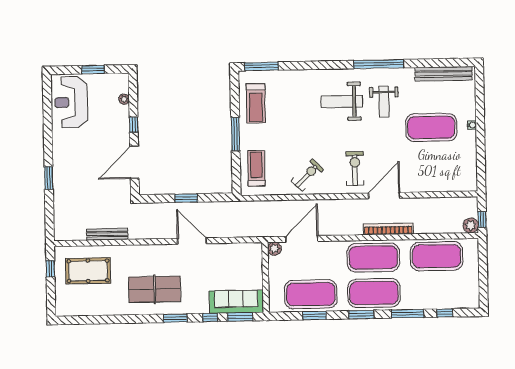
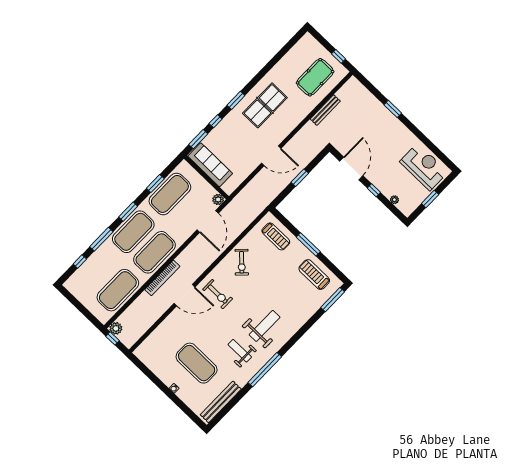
exercise mat: (431, 127) -> (197, 363), turned 90
door: (384, 196) -> (184, 295), hinge flipped
sofa: (236, 302) -> (210, 165), moved, turned -90

